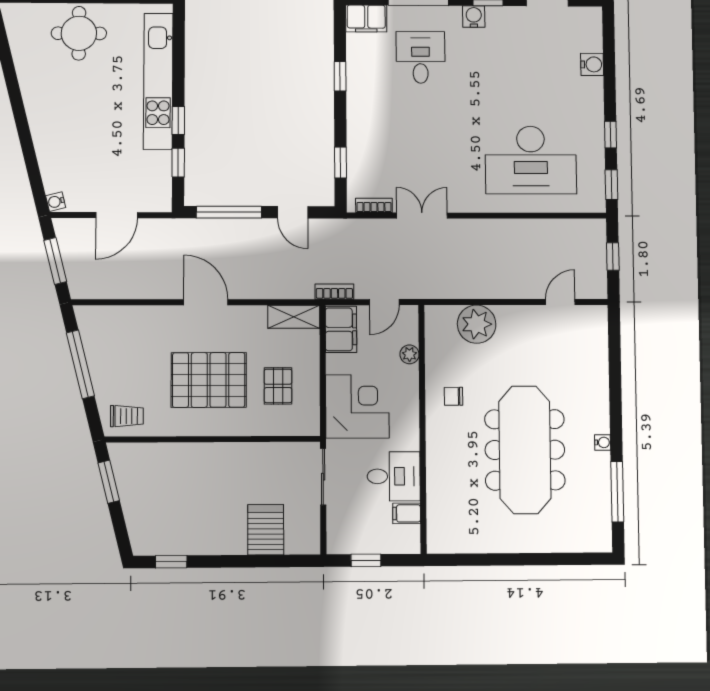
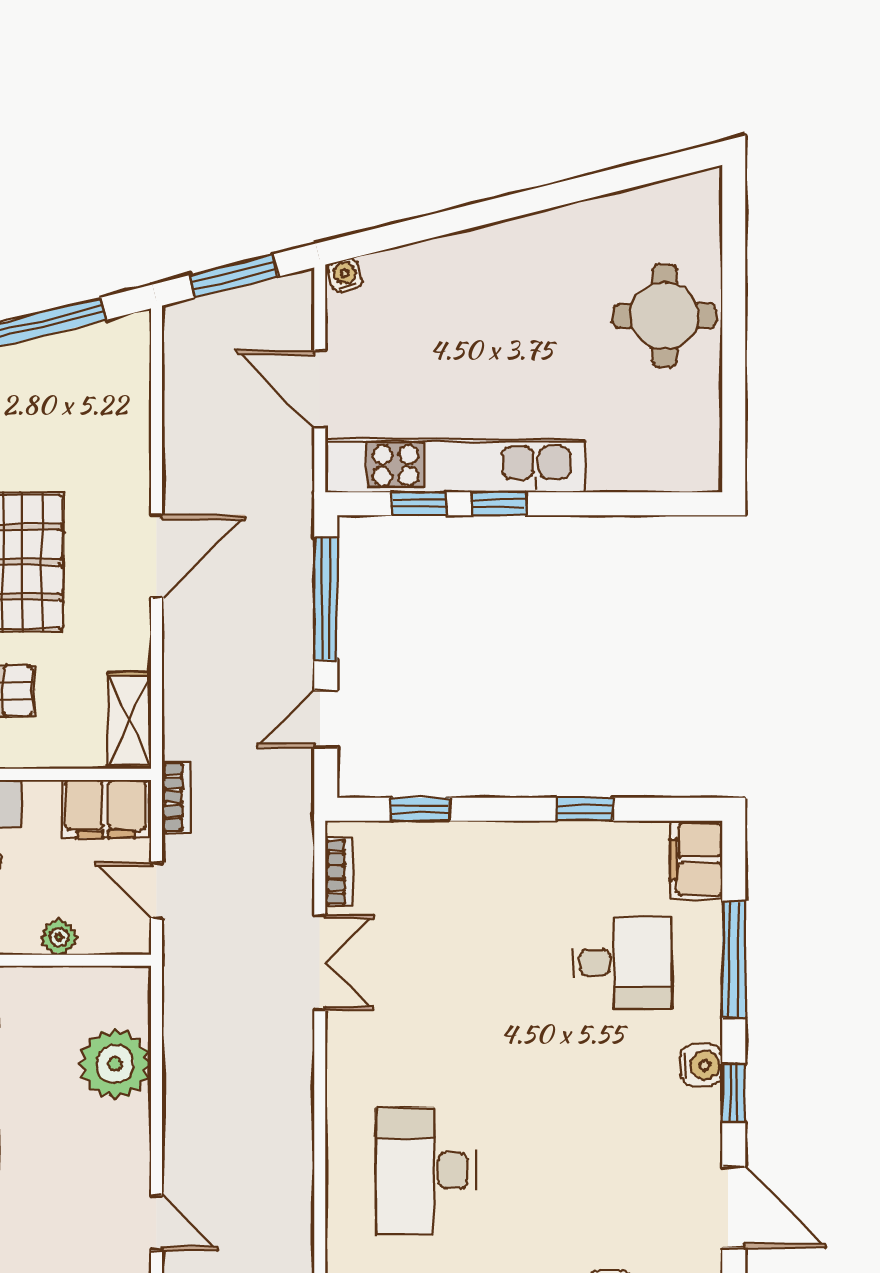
kitchen unit: (158, 81) -> (455, 465), moved
desk: (531, 160) -> (426, 1171), width x0.73, depth x0.77

